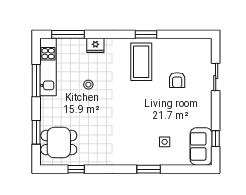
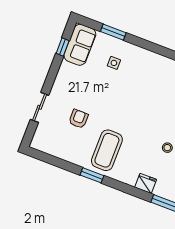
window: (149, 169) -> (113, 32), moved

